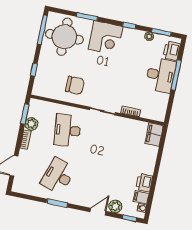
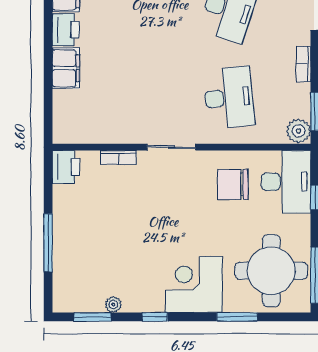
printer: (172, 51) -> (66, 167), moved
desk: (161, 75) -> (286, 182), moved, turned 180
plant: (31, 124) -> (299, 131), moved
filing cabinet: (154, 135) -> (66, 68), moved

